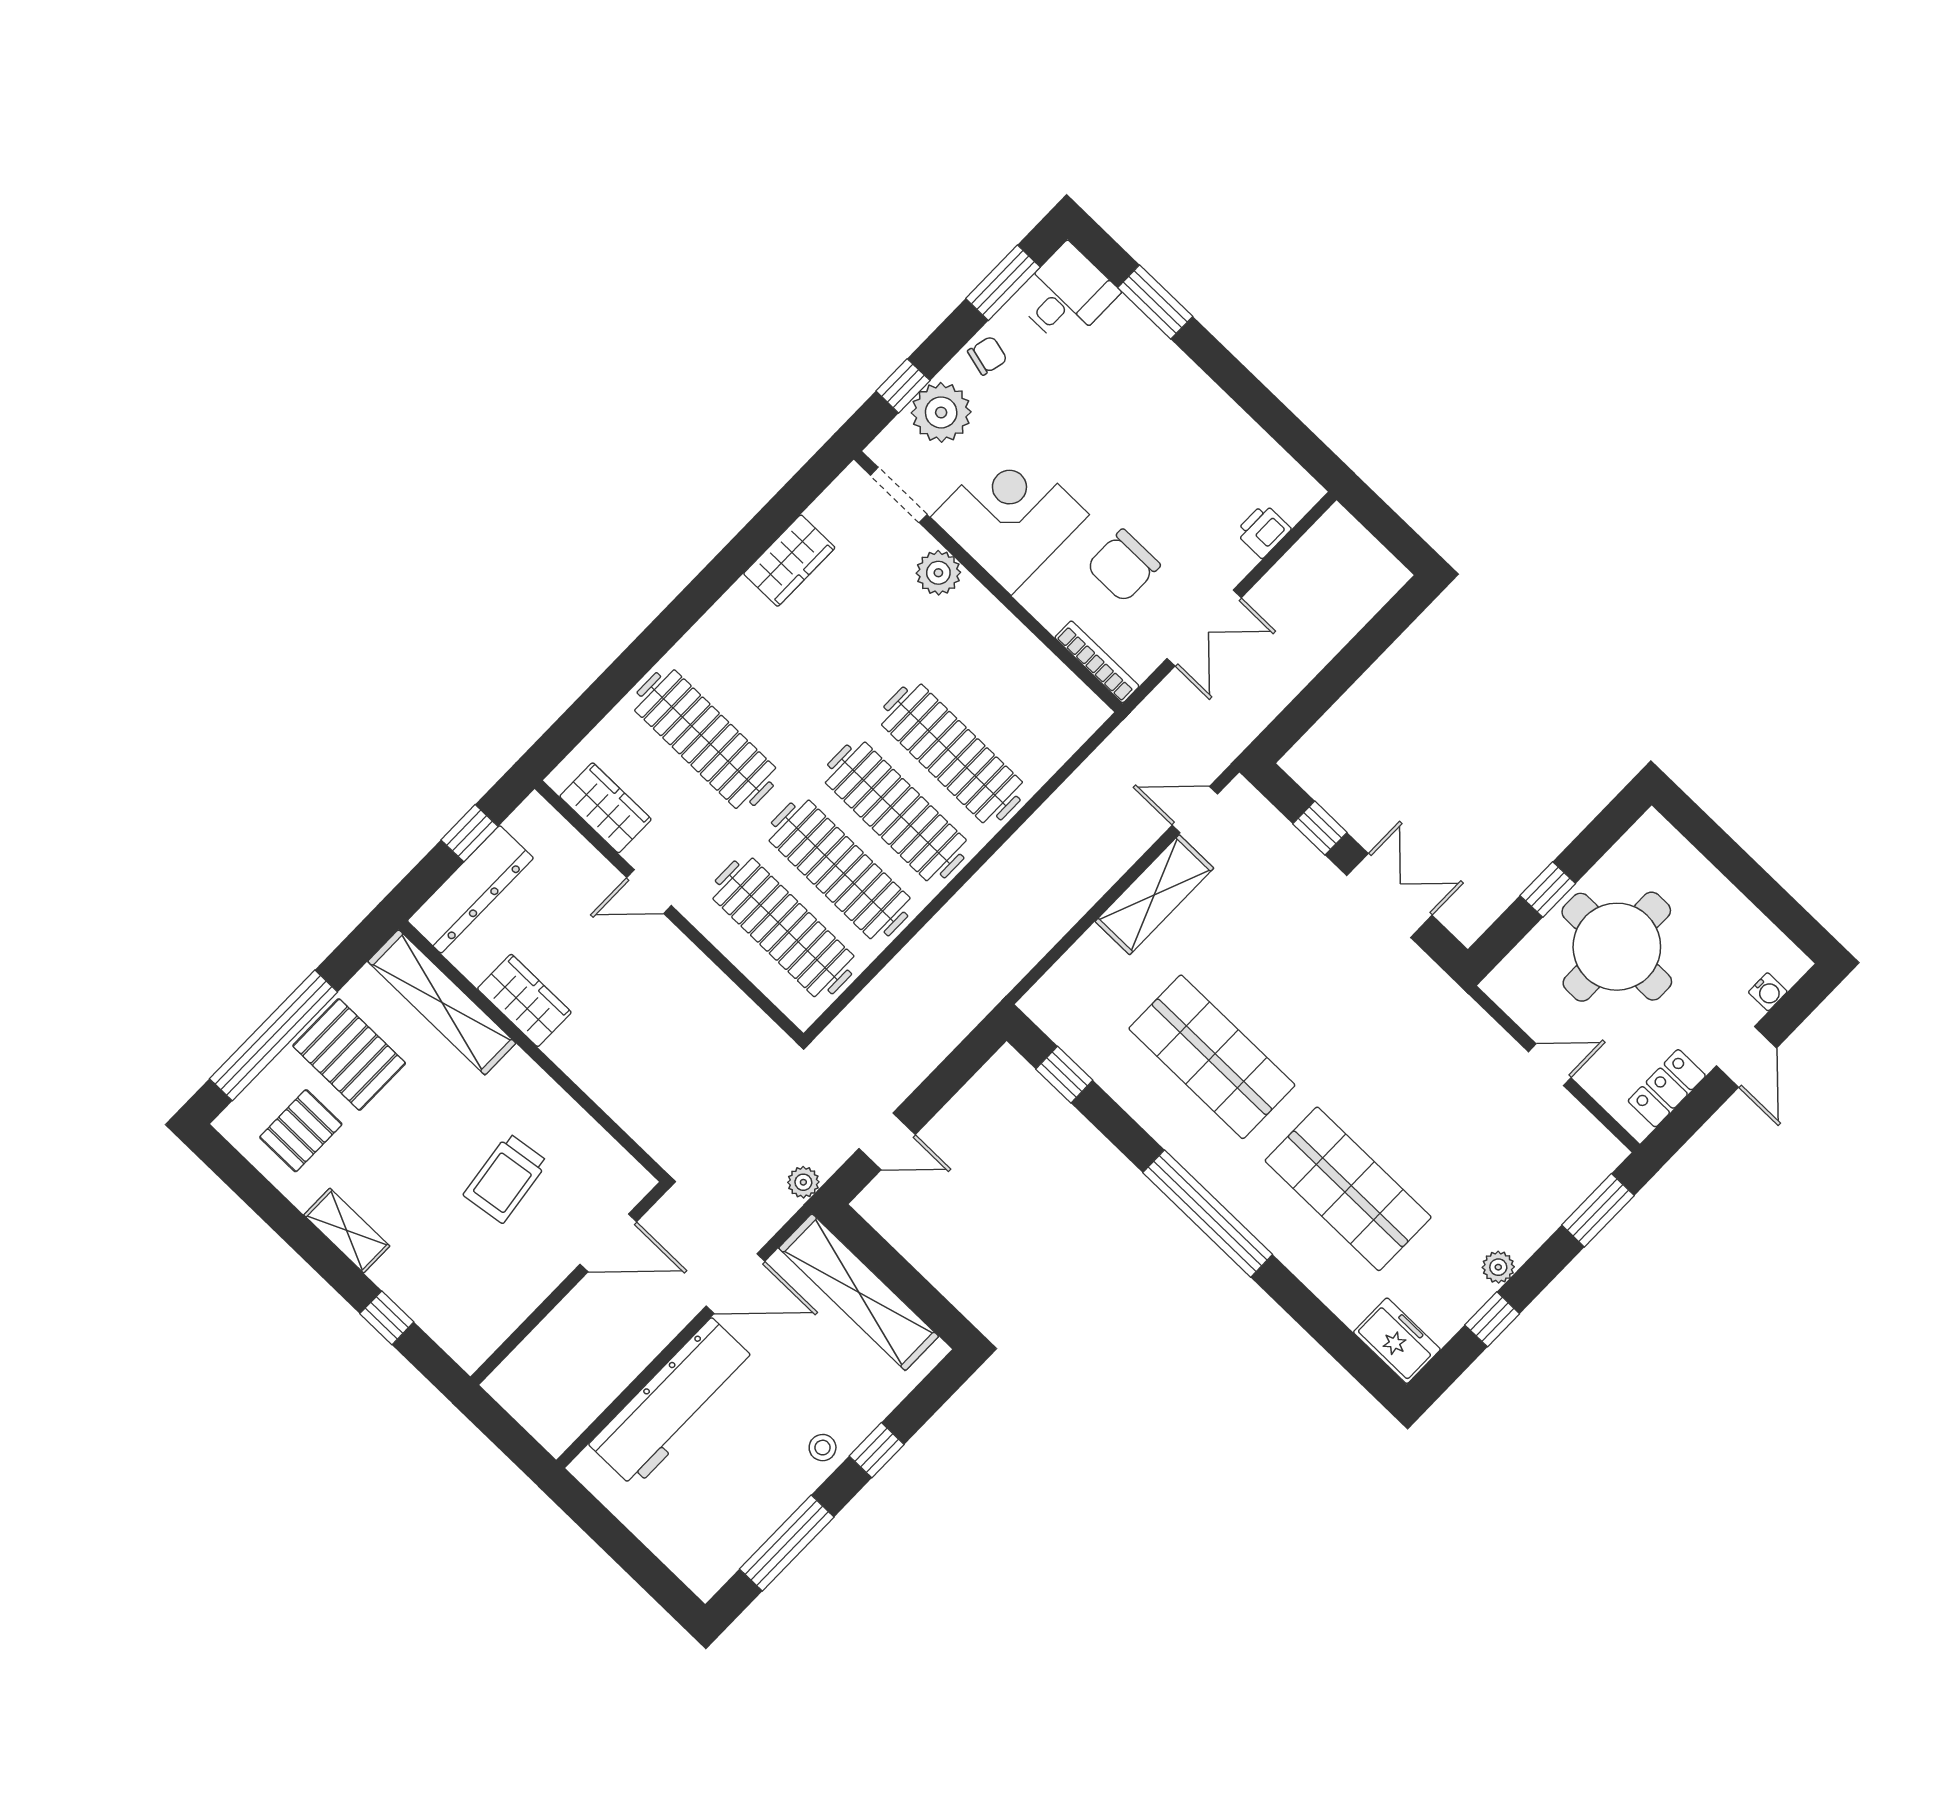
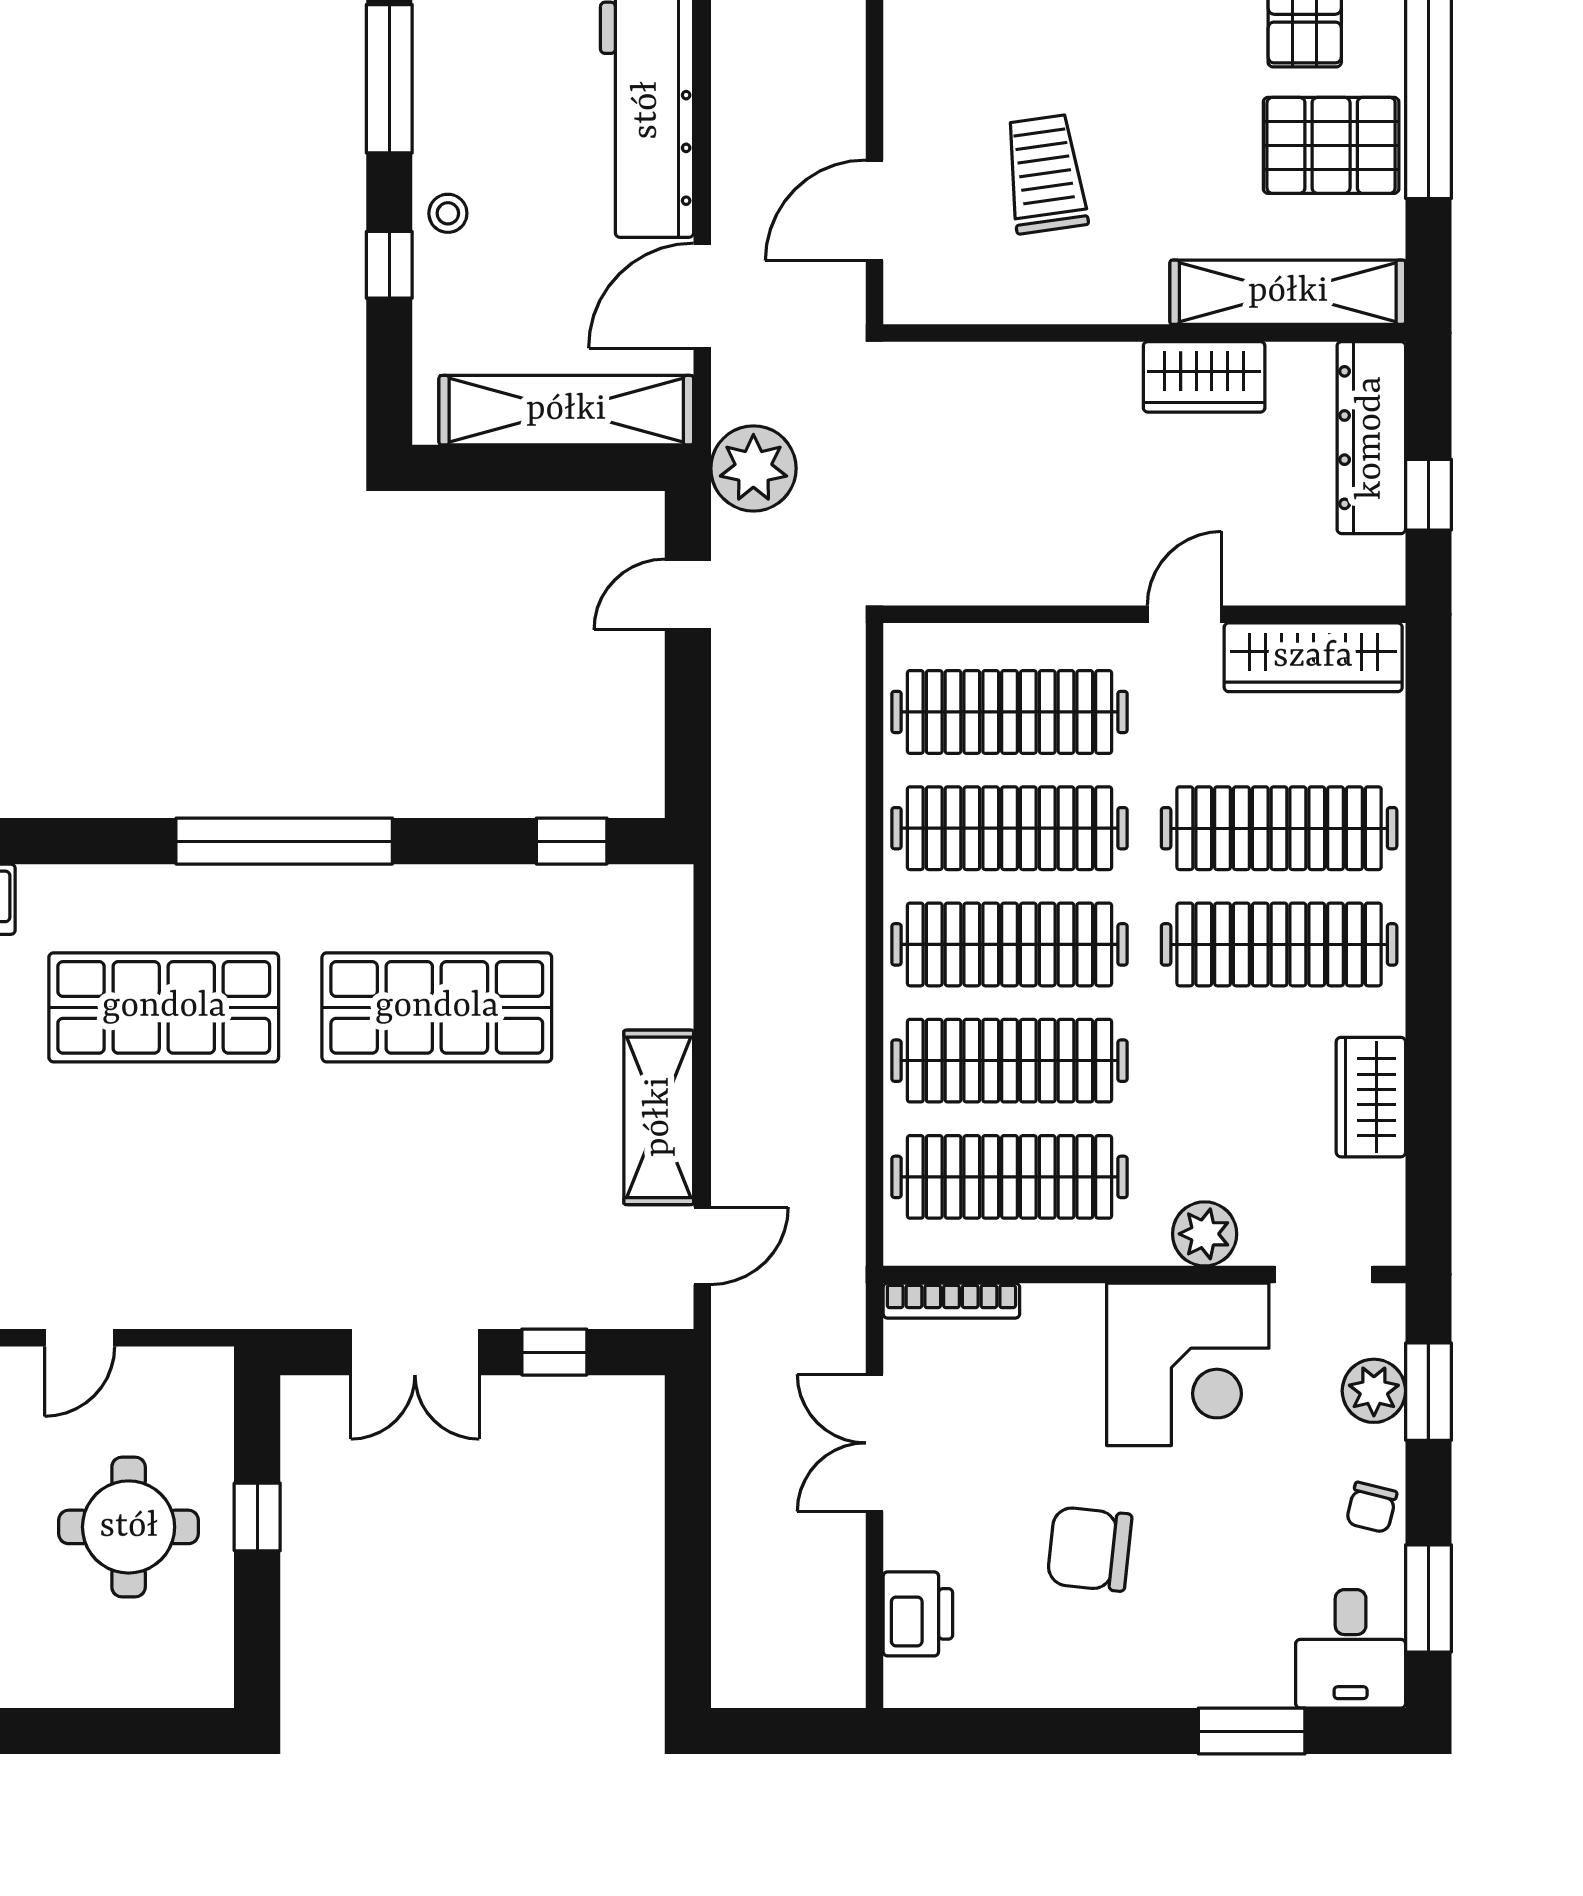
window: (903, 386) -> (1428, 1392), width x1.50
plant: (941, 412) -> (1374, 1391), width x0.73, depth x0.73
printer: (1263, 531) -> (918, 1614), width x1.36, depth x1.24
chair: (1123, 566) -> (1090, 1549), moved, turned -84
clothes rail: (761, 681) -> (1279, 944), added
clothes rail: (1008, 695) -> (1009, 1177), added
wardrobe: (606, 808) -> (1313, 657), width x1.50
round table: (1617, 947) -> (129, 1527), width x0.73, depth x0.73
plant: (803, 1182) -> (753, 468), width x1.88, depth x1.88

